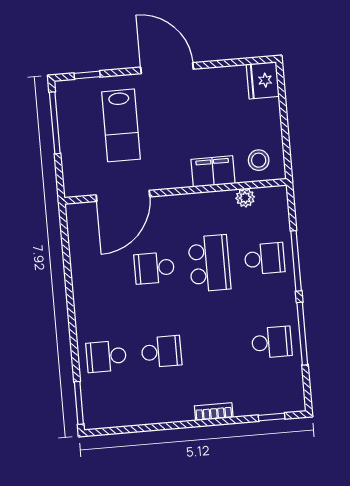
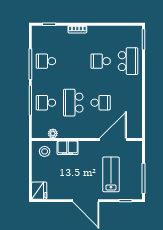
school desk: (106, 356) -> (128, 61), width x1.85

